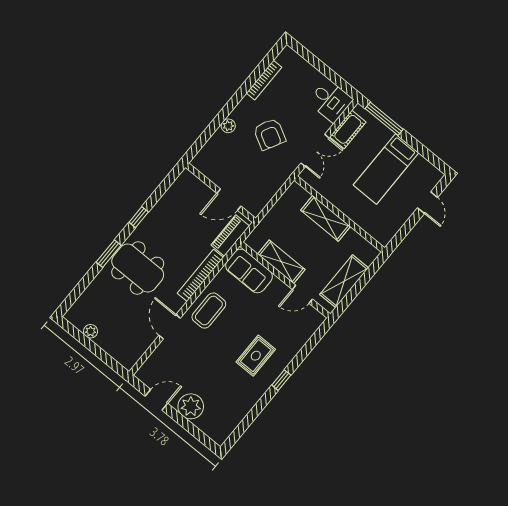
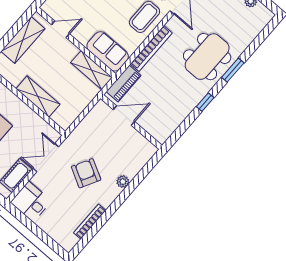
shelving: (281, 262) -> (91, 70), moved
dining table: (138, 268) -> (207, 57), turned 90

